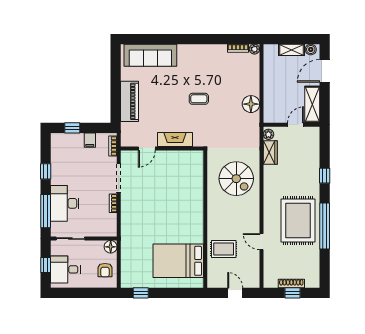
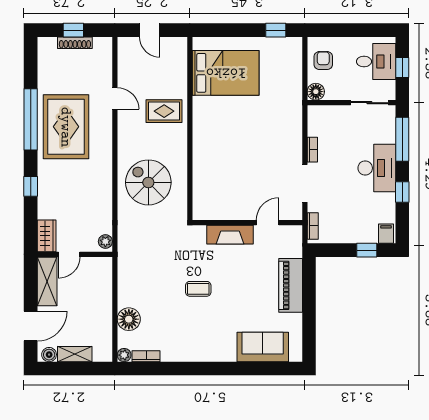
sofa: (150, 55) -> (263, 347), width x0.73
floor lamp: (251, 104) -> (129, 319), moved
filing cabinet: (90, 140) -> (386, 234), moved
wardrobe: (270, 152) -> (47, 236), moved, turned 180
desk: (65, 203) -> (377, 168), moved
rug: (224, 249) -> (164, 111), moved

